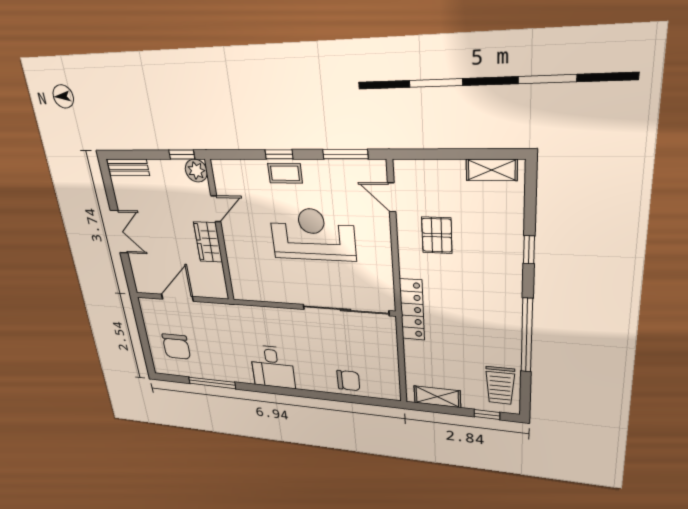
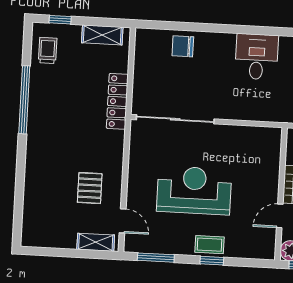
shelving: (492, 170) -> (96, 242), moved
reception desk: (313, 234) -> (194, 190), turned 180
window: (529, 250) -> (20, 175), removed
locker: (412, 310) -> (117, 101), moved
trolley: (500, 385) -> (48, 50), width x0.73, depth x0.72

